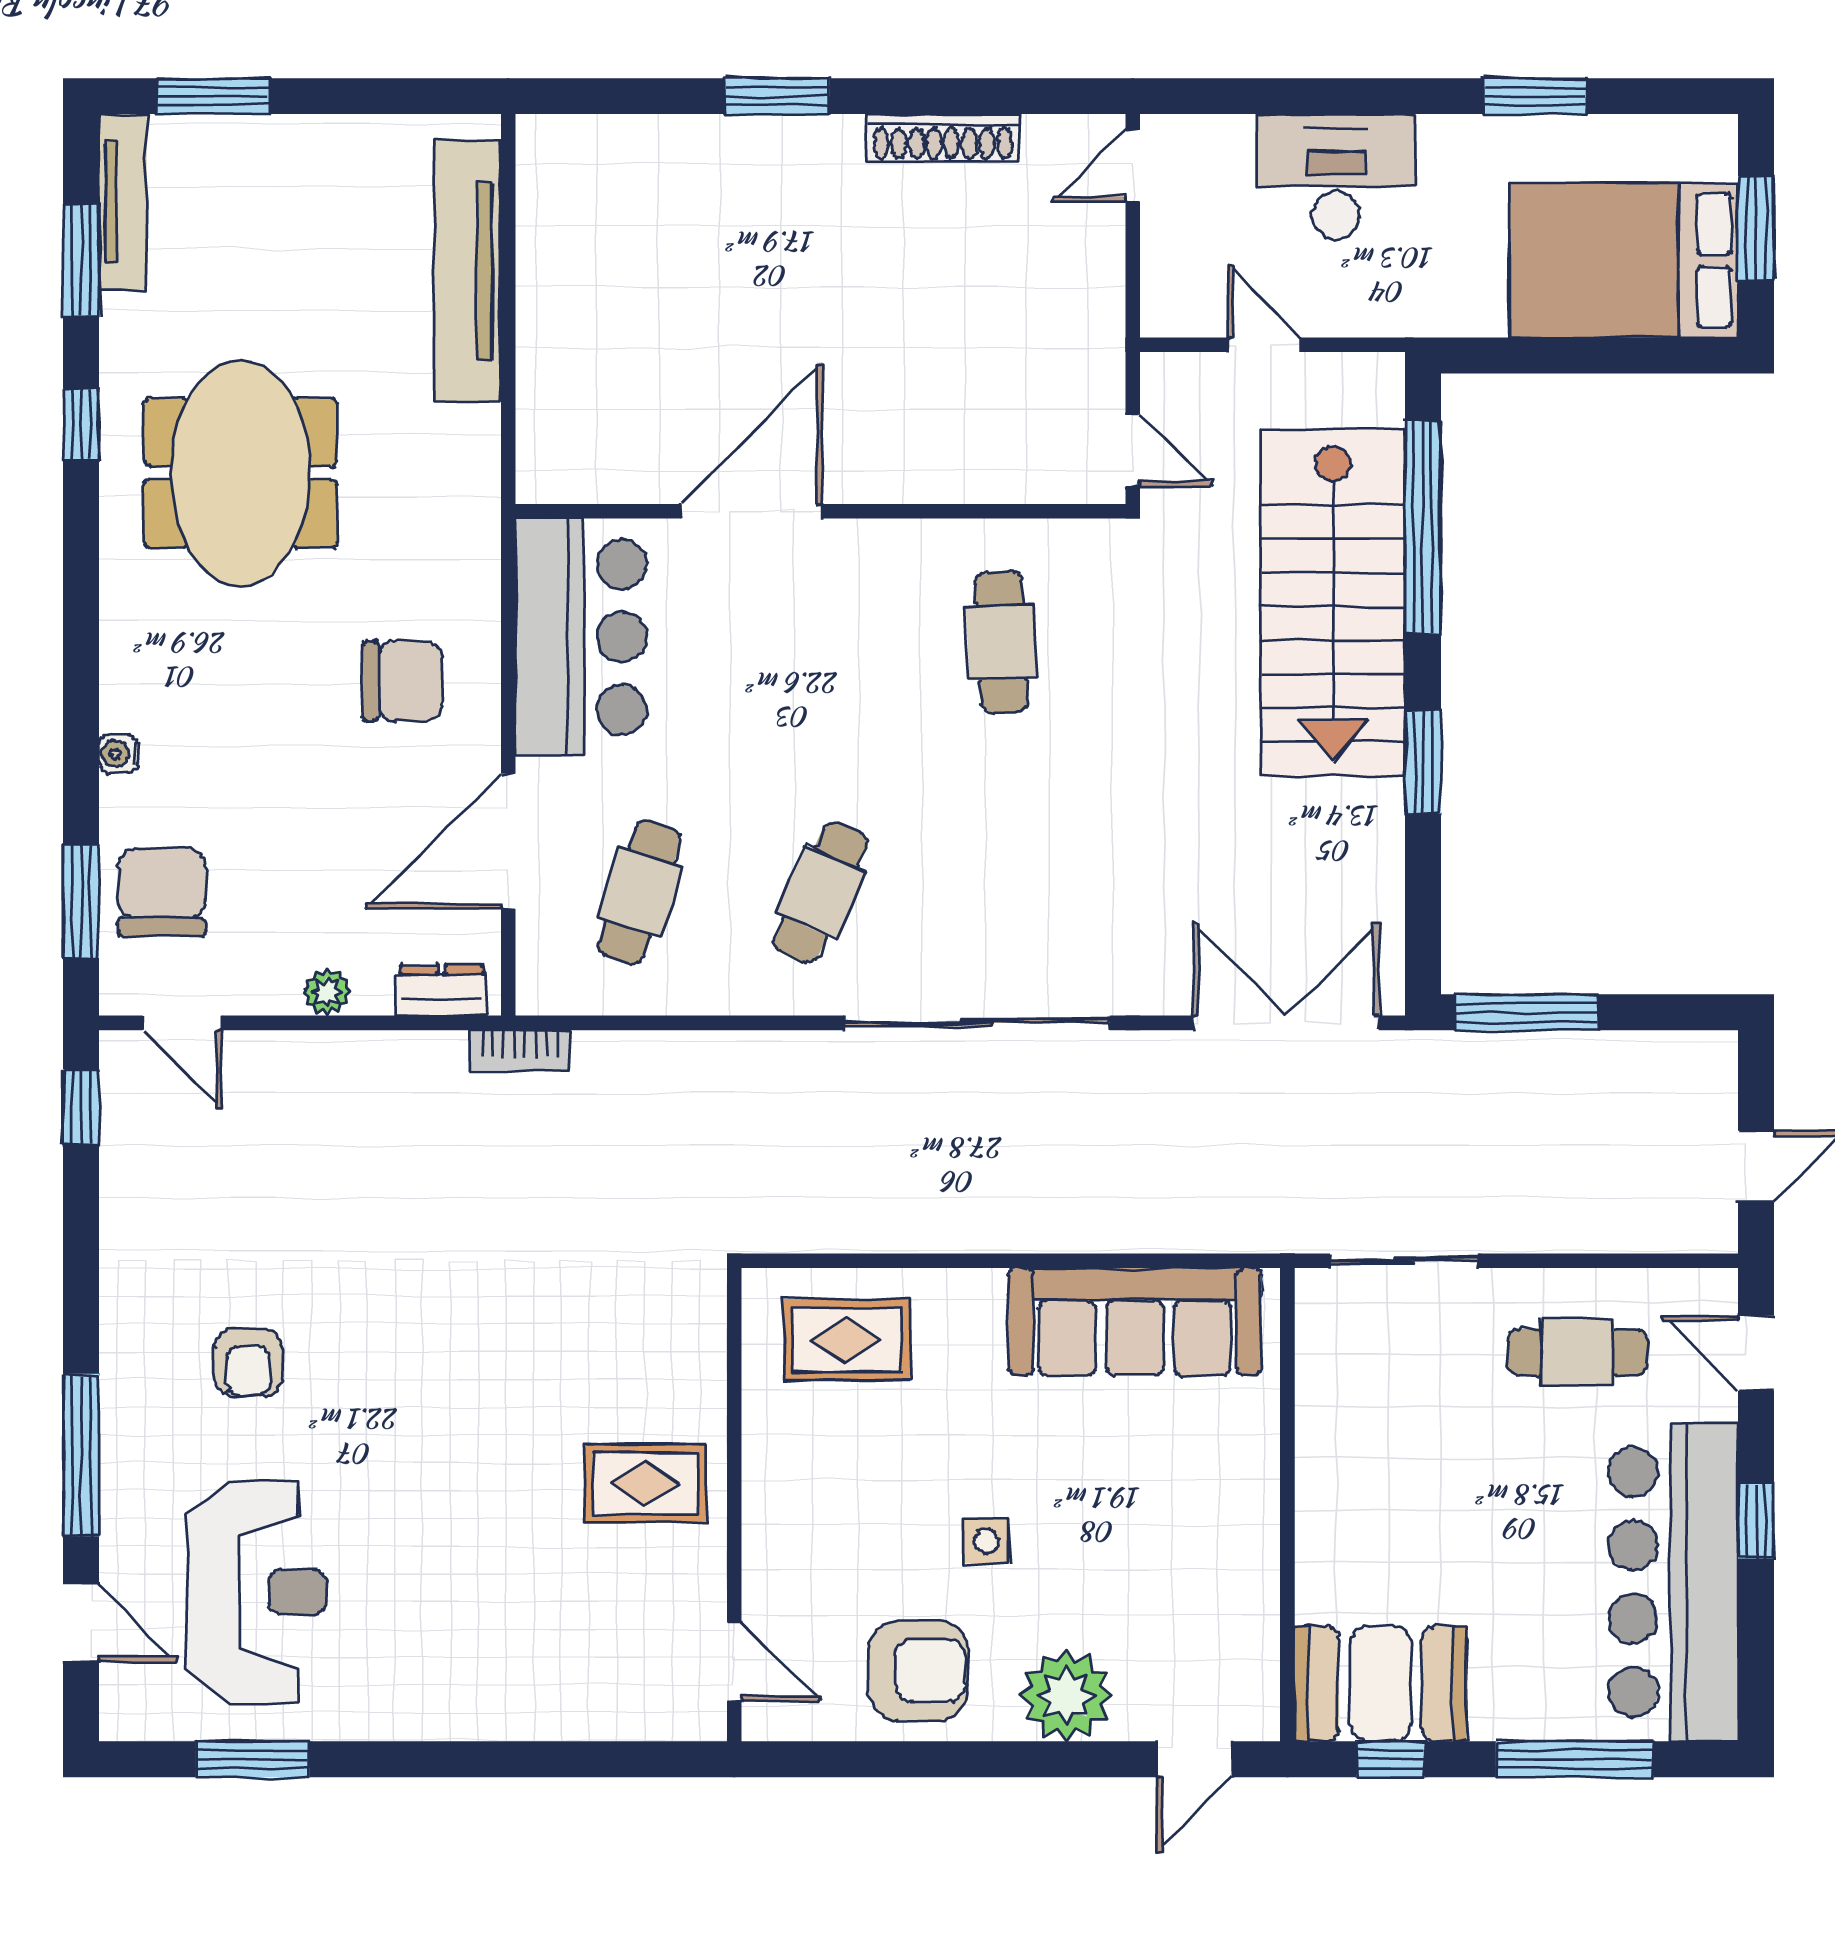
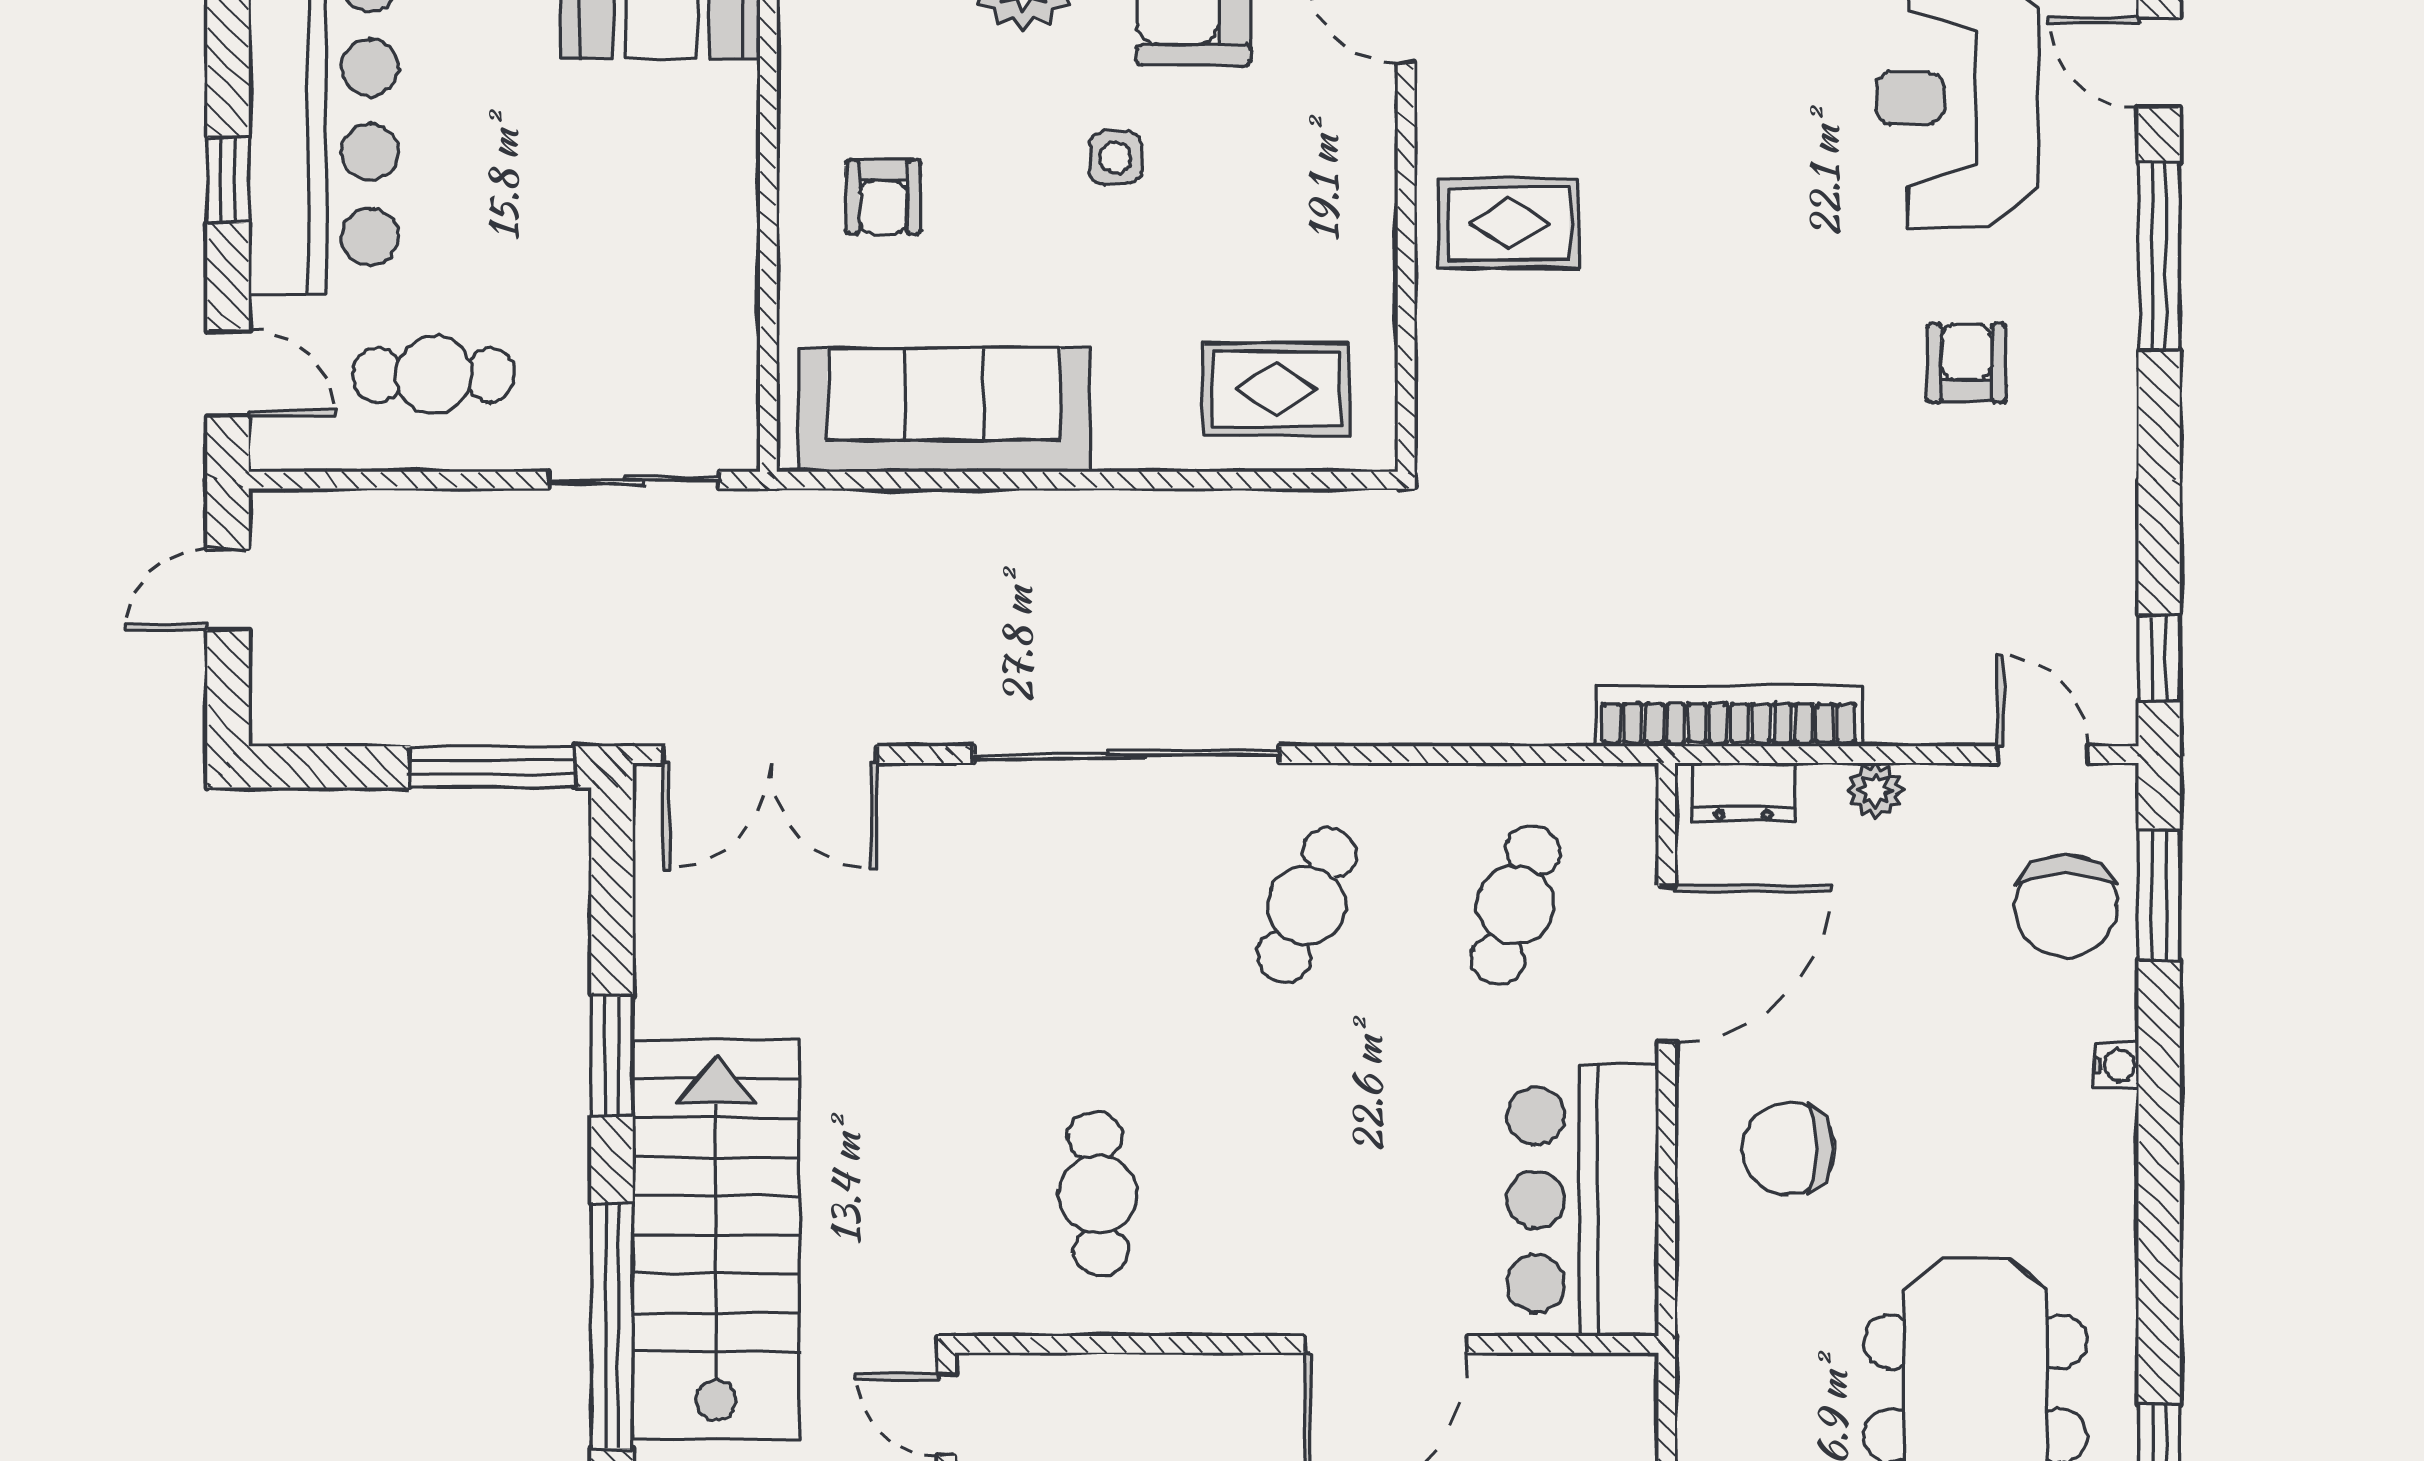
bookcase: (520, 1050) -> (1729, 716), width x2.31, depth x1.31
armchair: (1188, 1507) -> (883, 197), added

